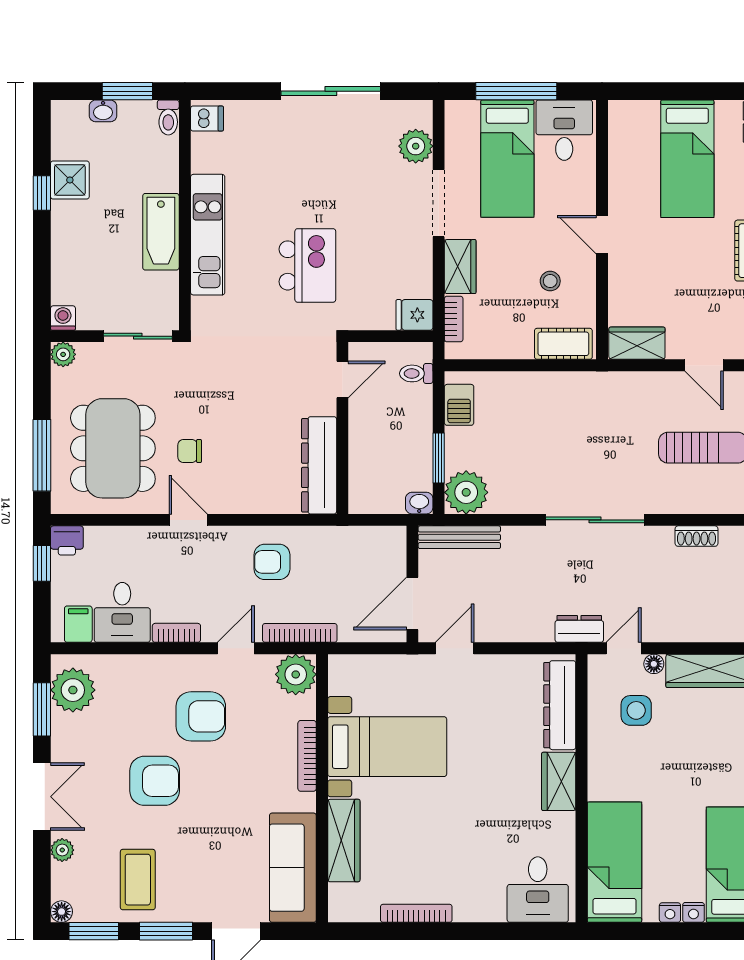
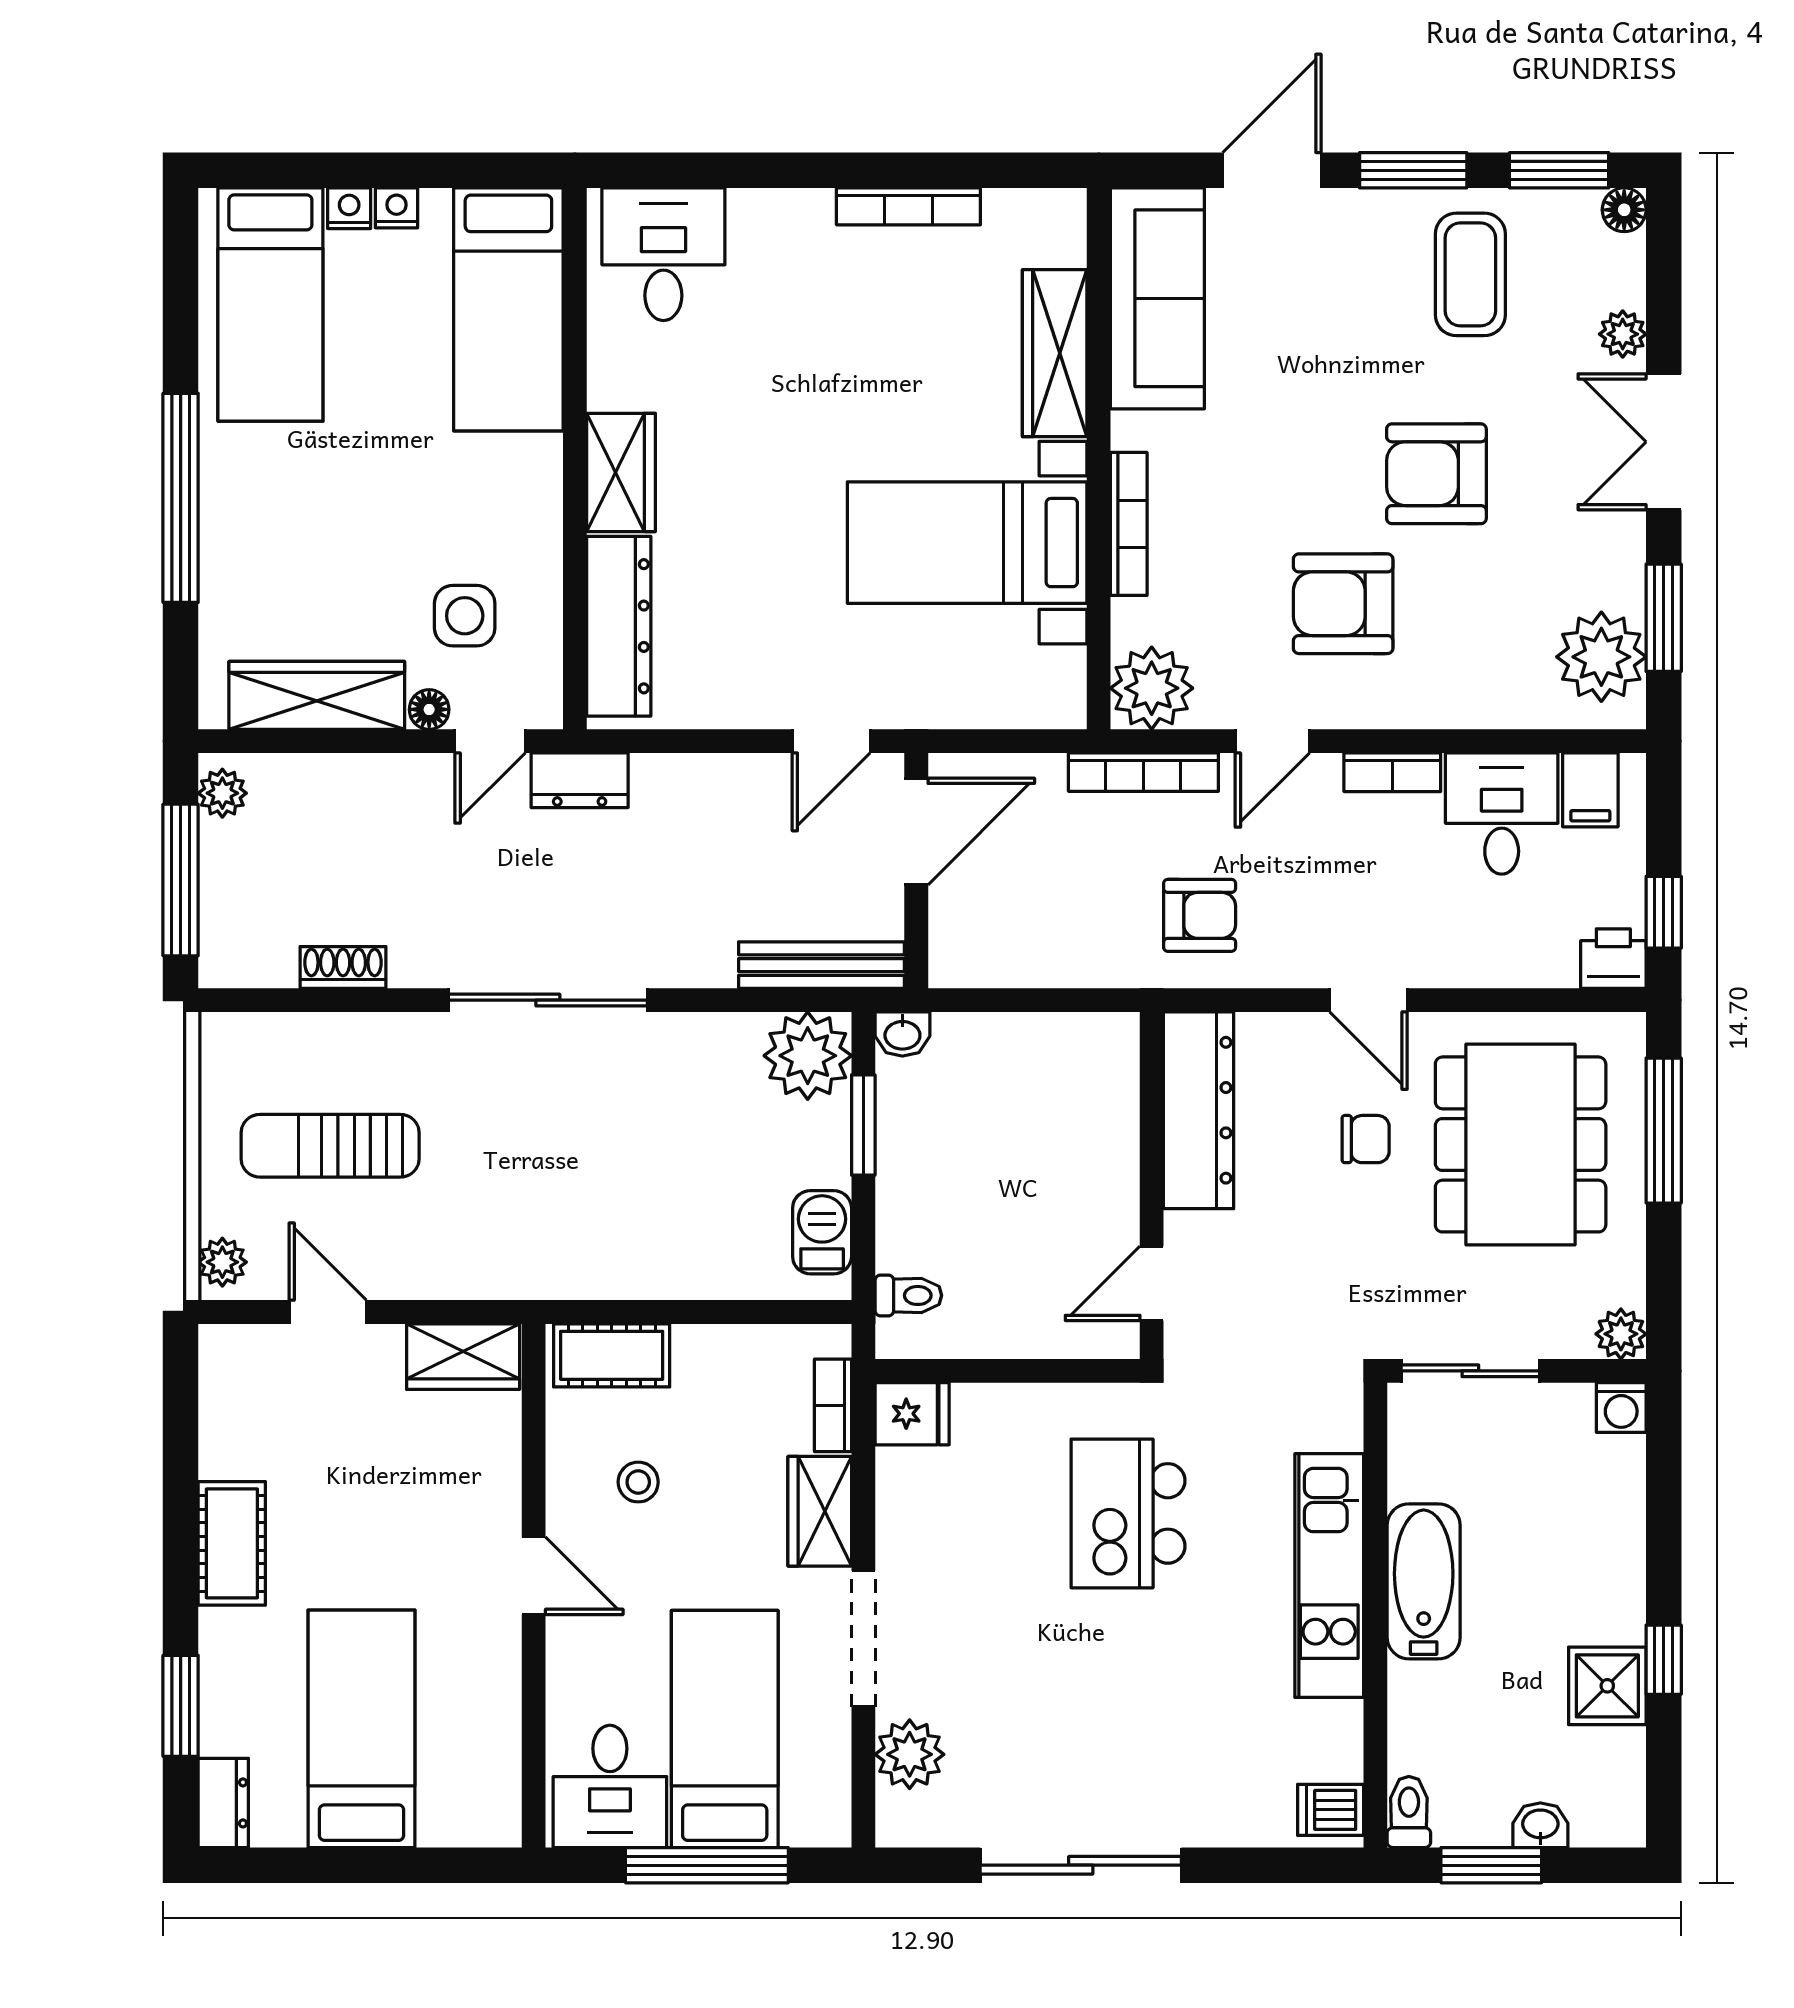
door: (342, 379) -> (1152, 1283), moved
wall: (342, 428) -> (1152, 1185), moved
dresser: (319, 465) -> (1199, 1110), moved

